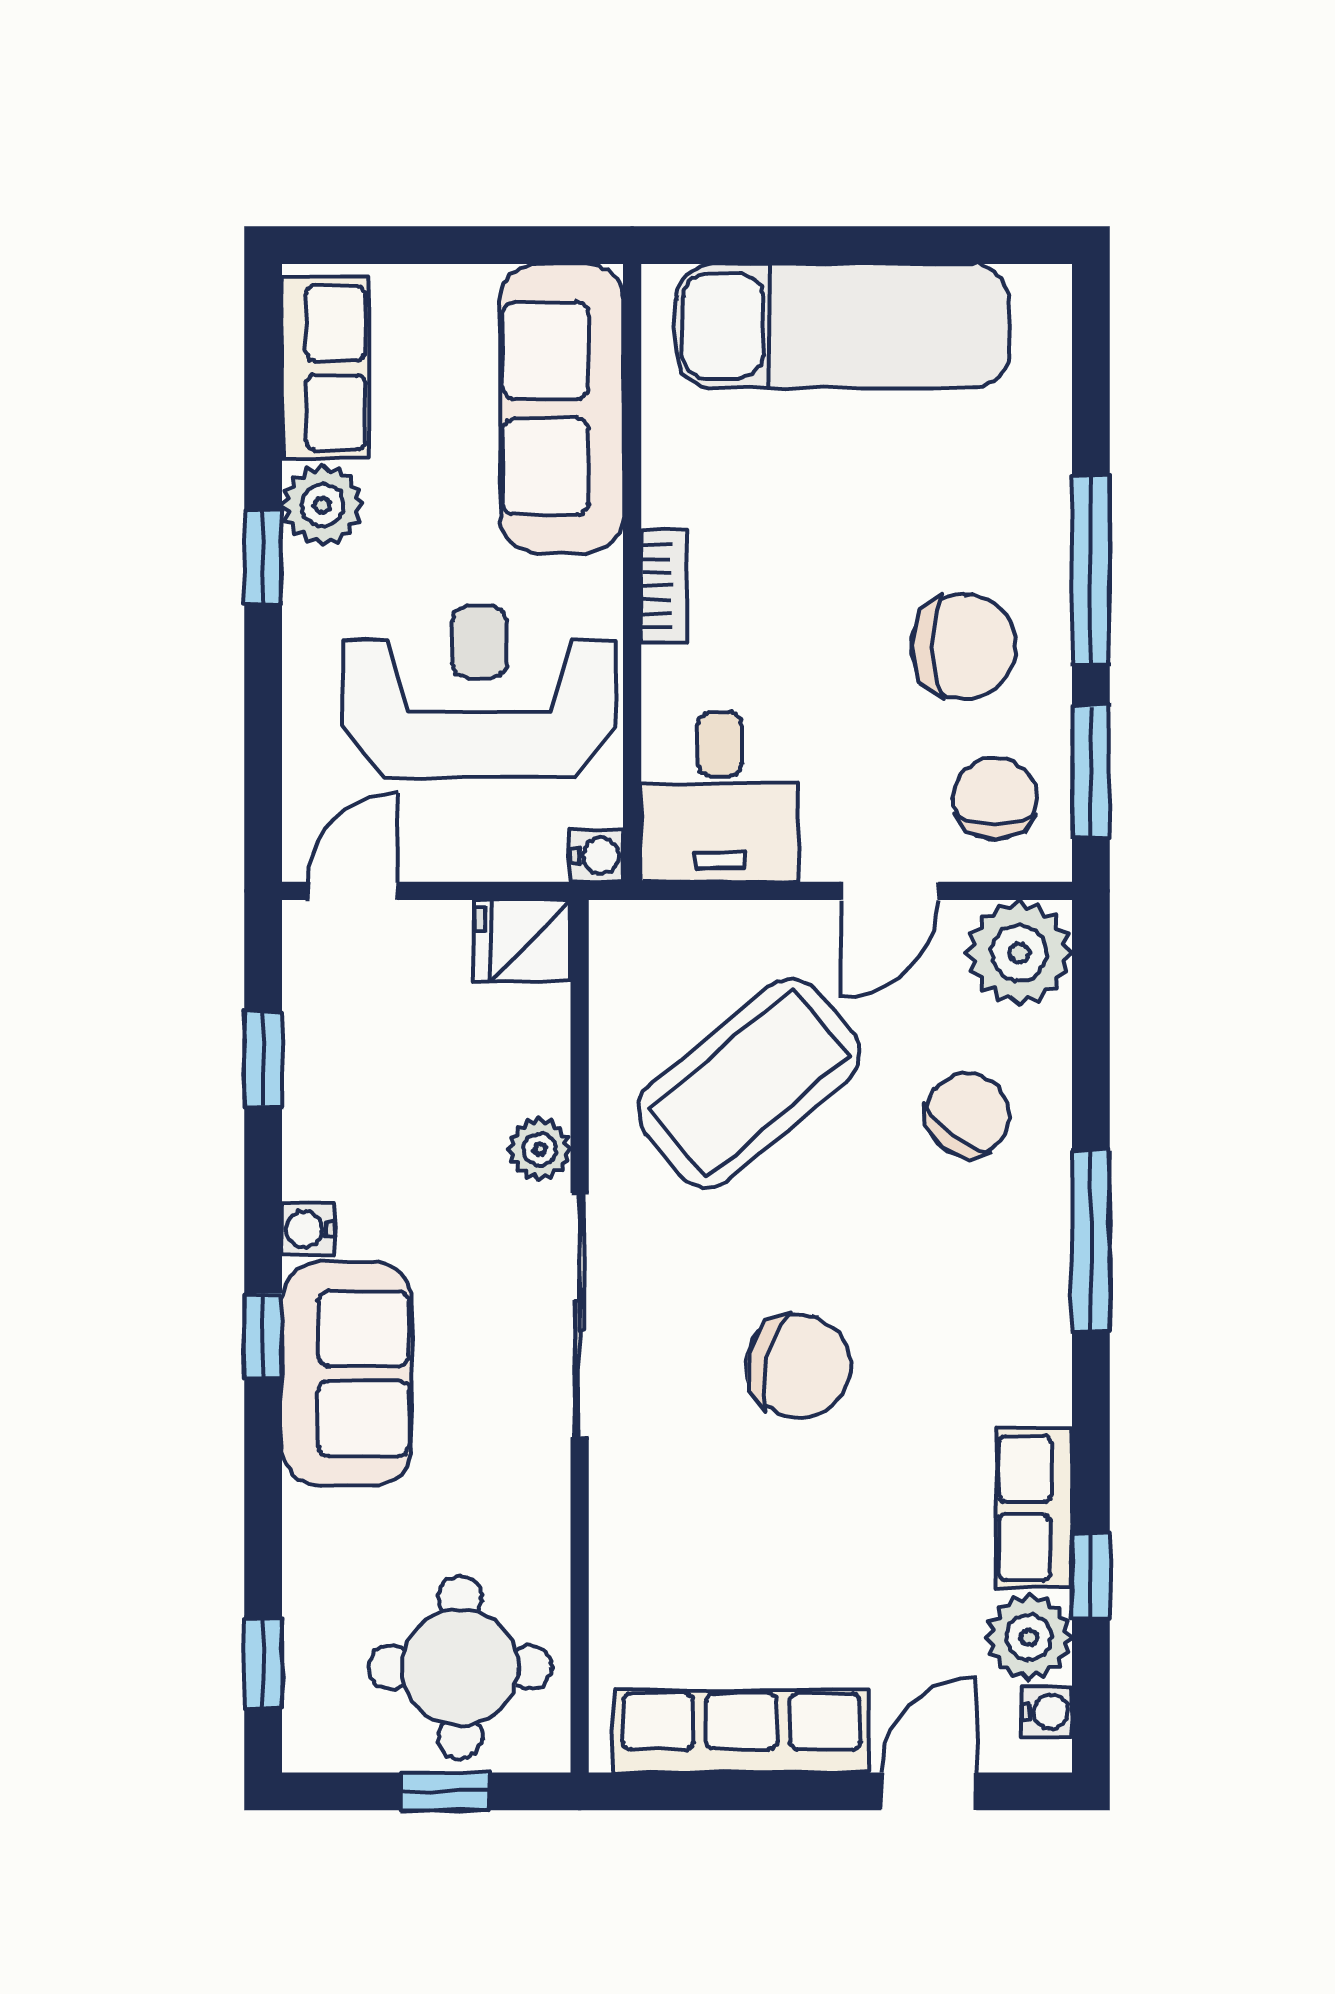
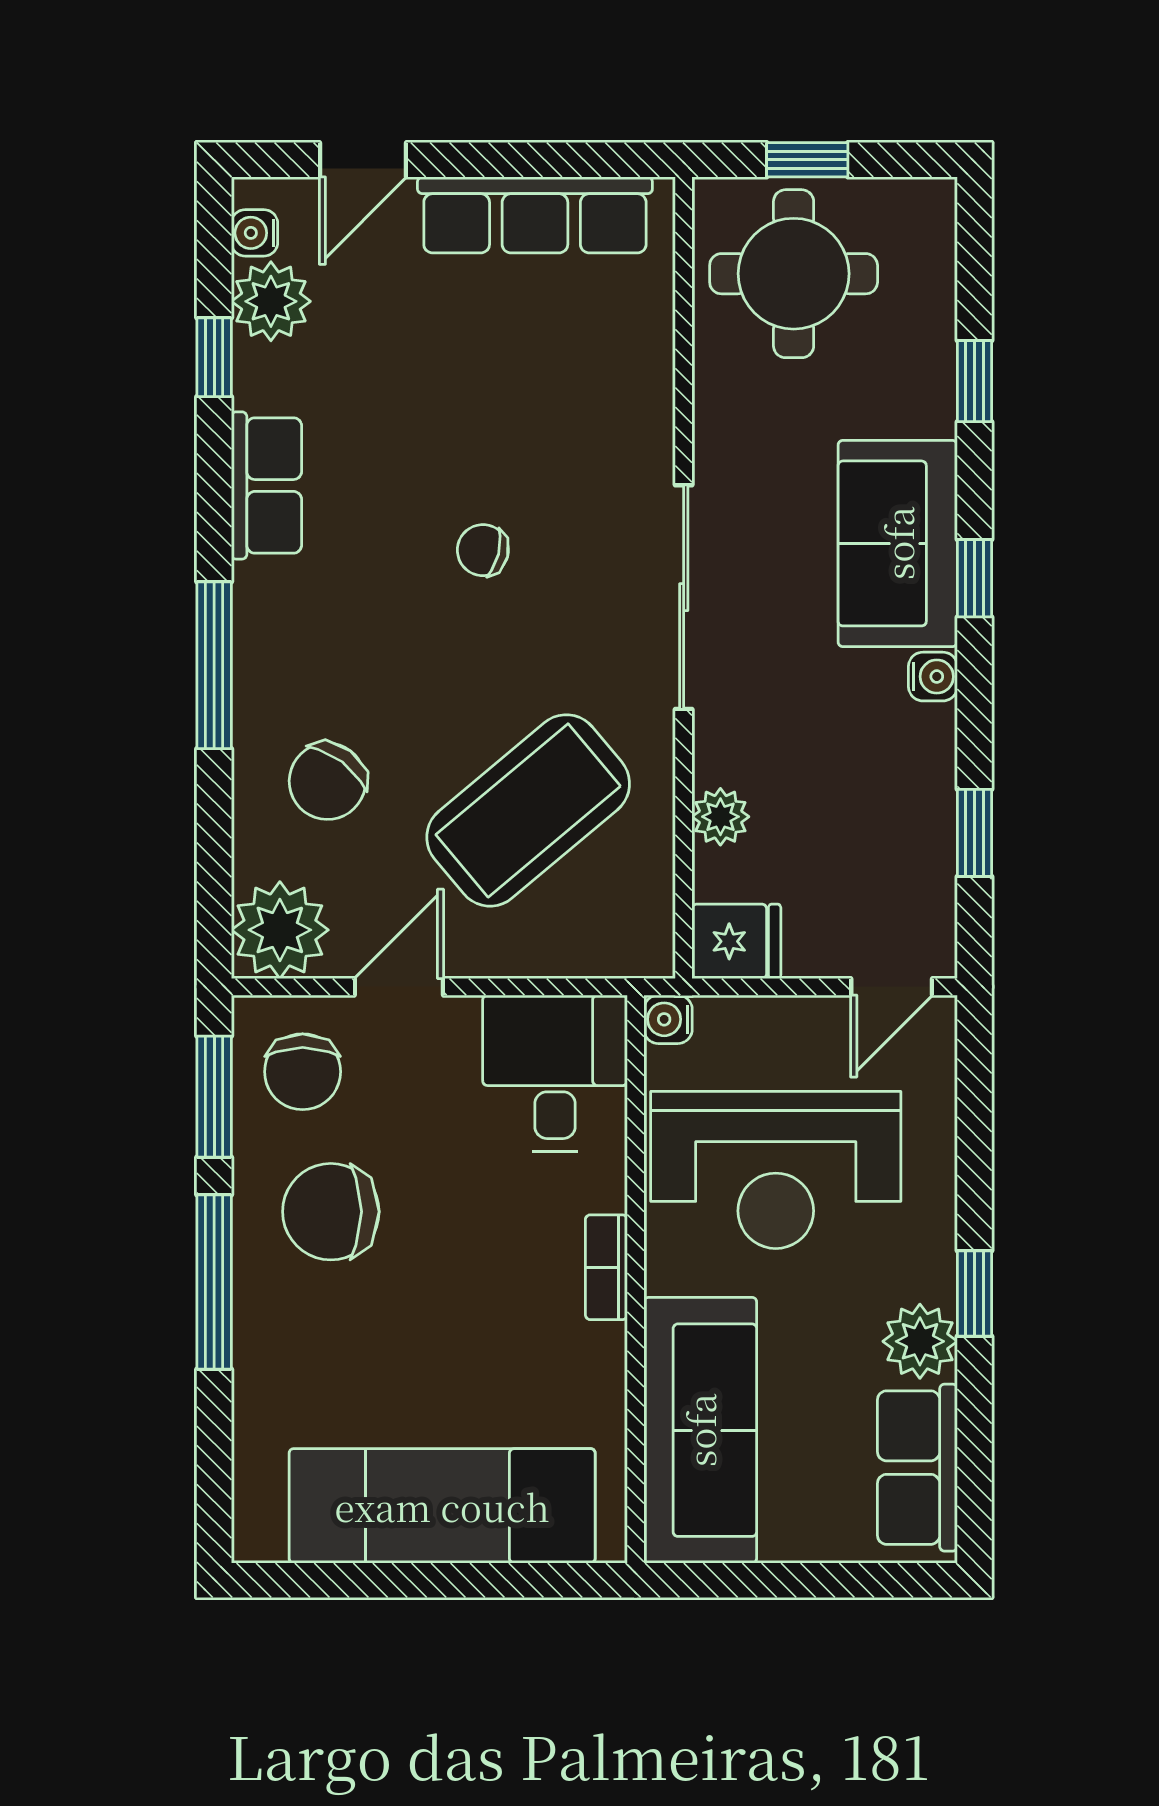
plant: (540, 1149) -> (720, 817), moved
chair: (798, 1366) -> (483, 550), width x0.54, depth x0.54
row of seats: (1034, 1508) -> (266, 485), moved
window: (263, 1663) -> (974, 381), moved

